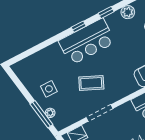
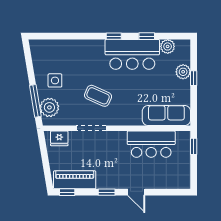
bar counter: (87, 42) -> (132, 54), moved
plant: (50, 113) -> (49, 107), width x1.88, depth x1.88

